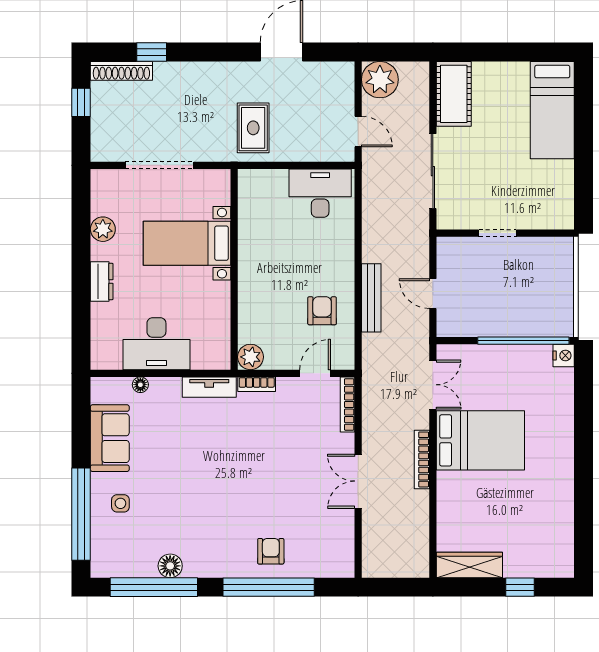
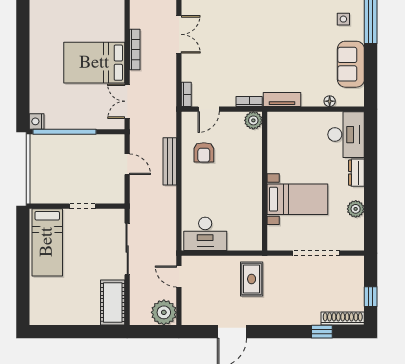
bed: (552, 110) -> (47, 242), moved, turned 180
desk: (156, 344) -> (346, 135), moved, turned 90
bookcase: (347, 404) -> (186, 94), width x0.64

